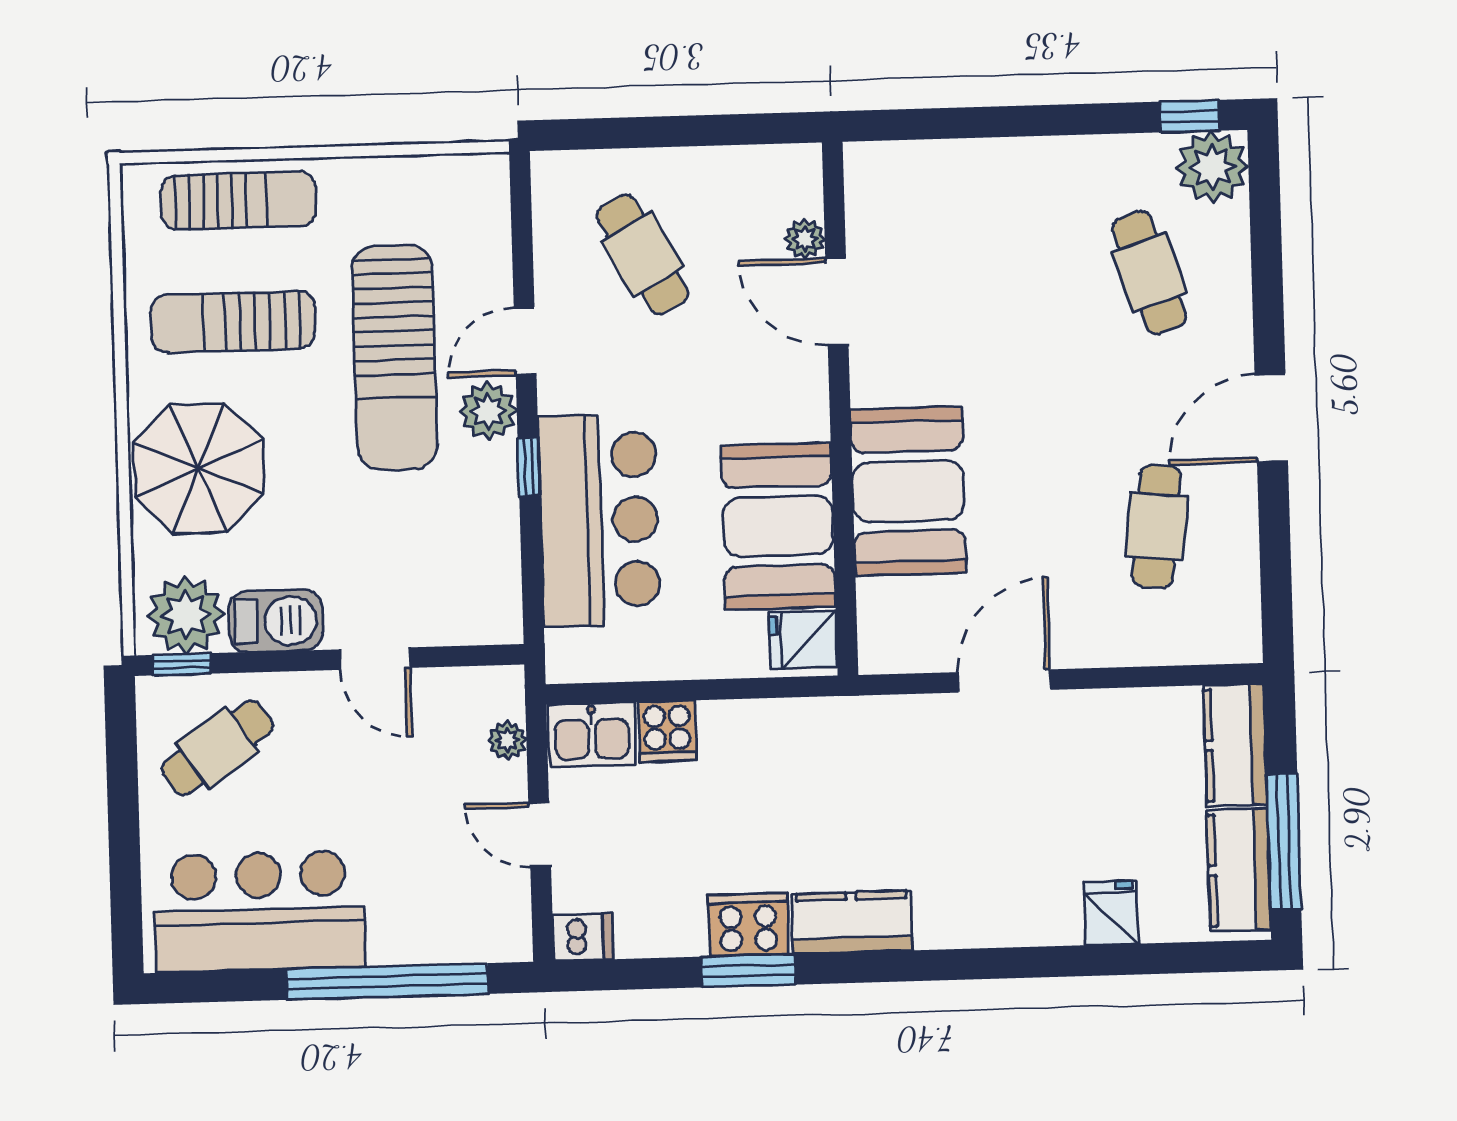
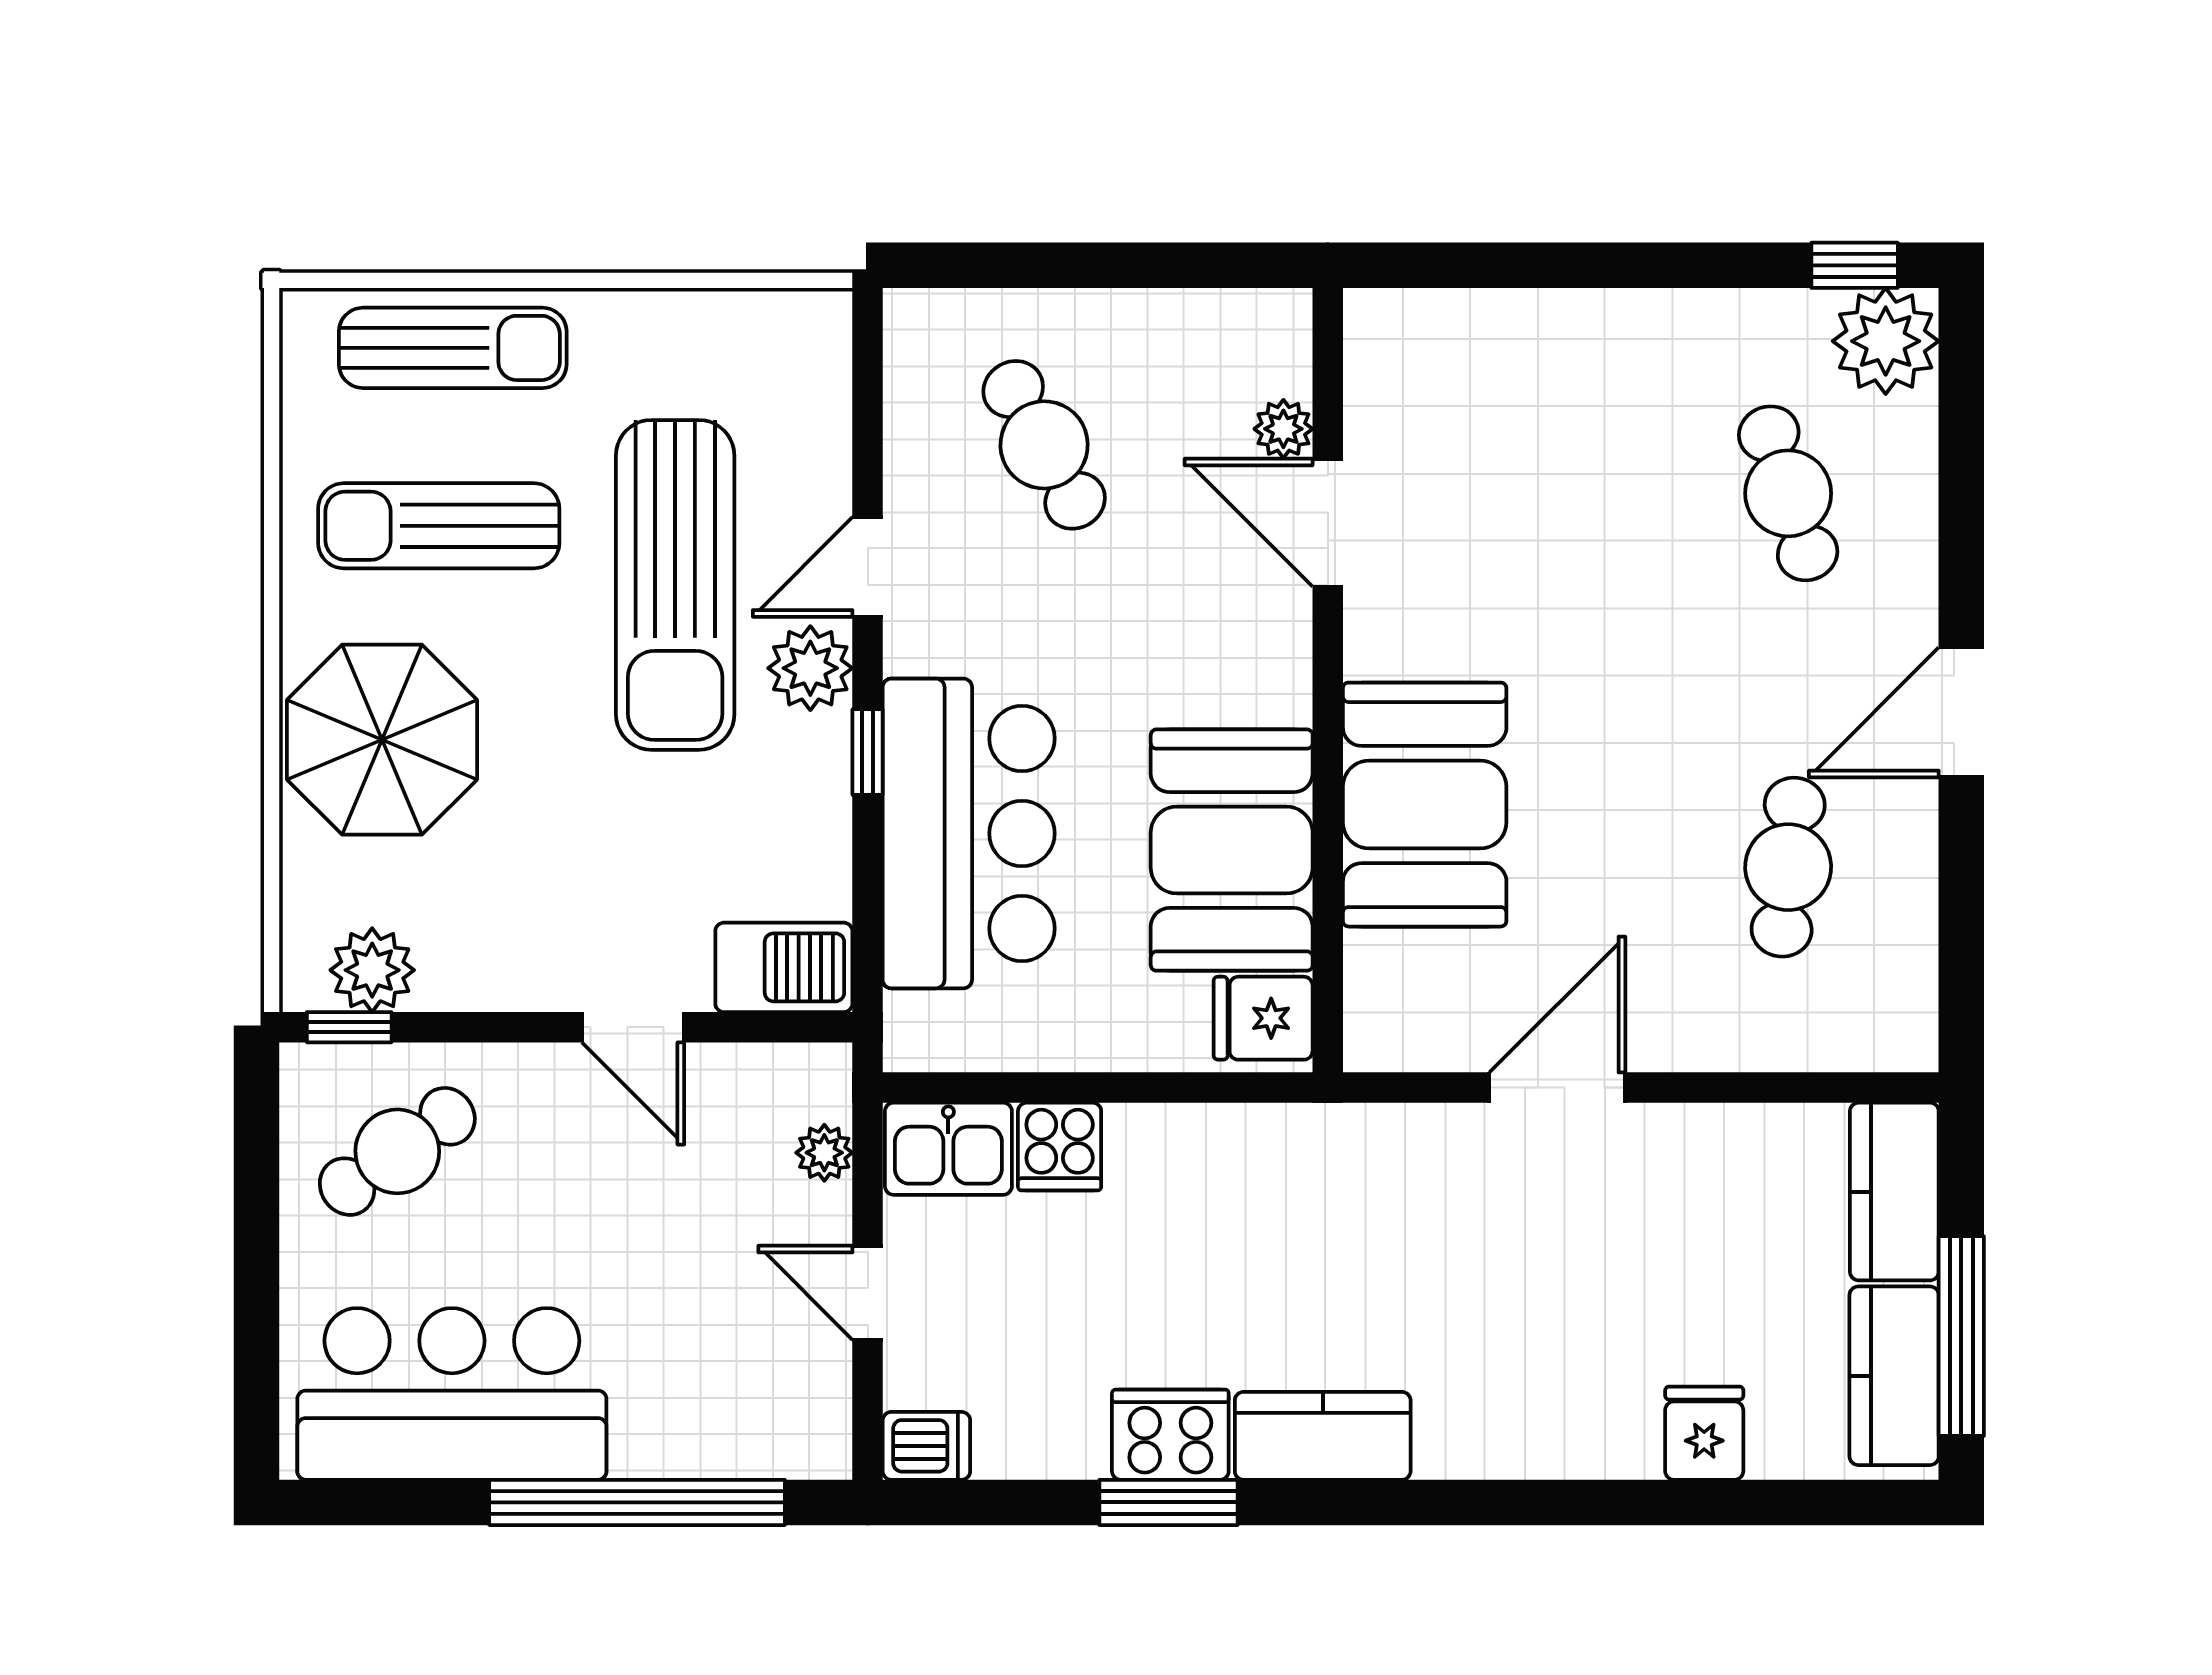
plant: (186, 615) -> (372, 970), width x0.73, depth x0.73
barbecue: (276, 621) -> (784, 967), moved

